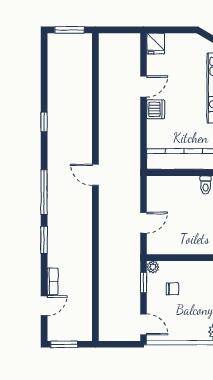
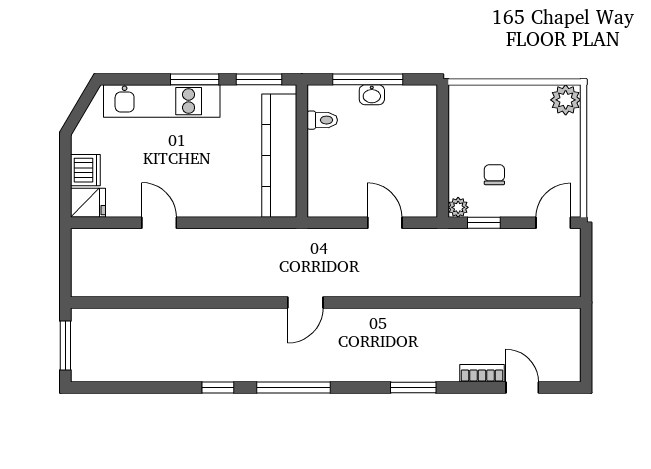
dishwasher: (156, 109) -> (85, 170), moved, turned 90
window: (44, 192) -> (293, 388), moved
window: (64, 344) -> (586, 354), removed

